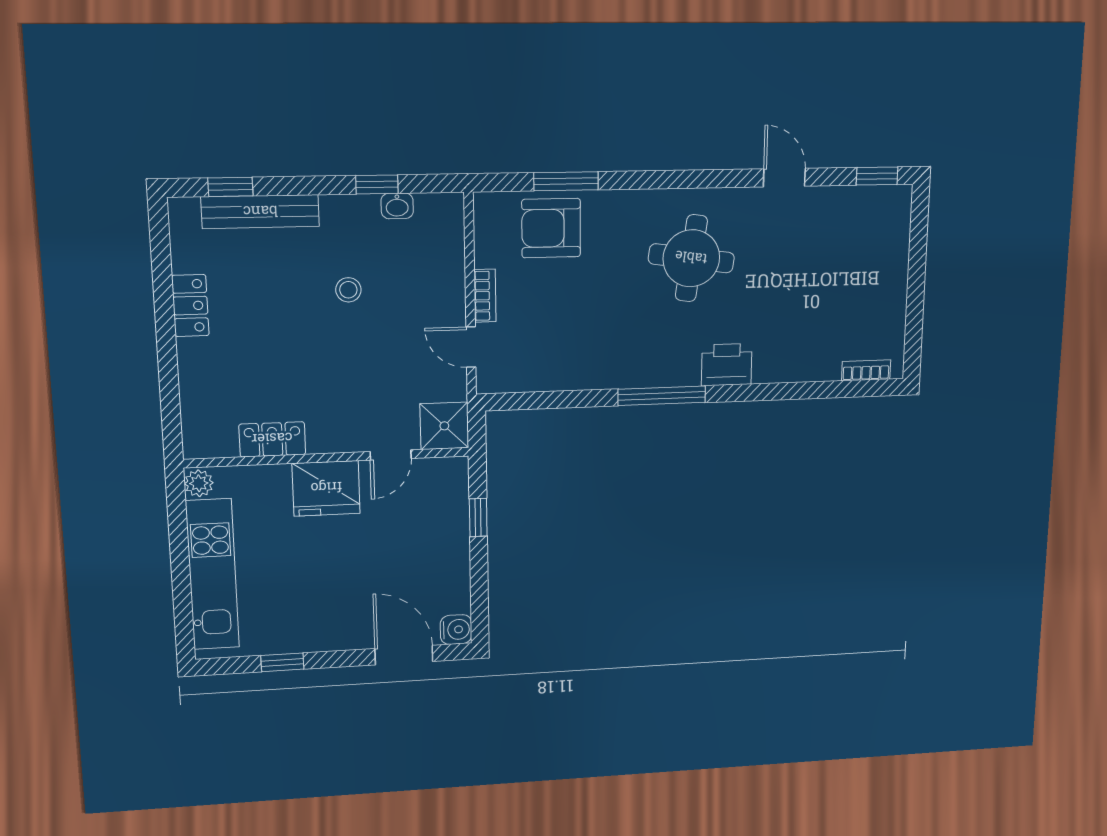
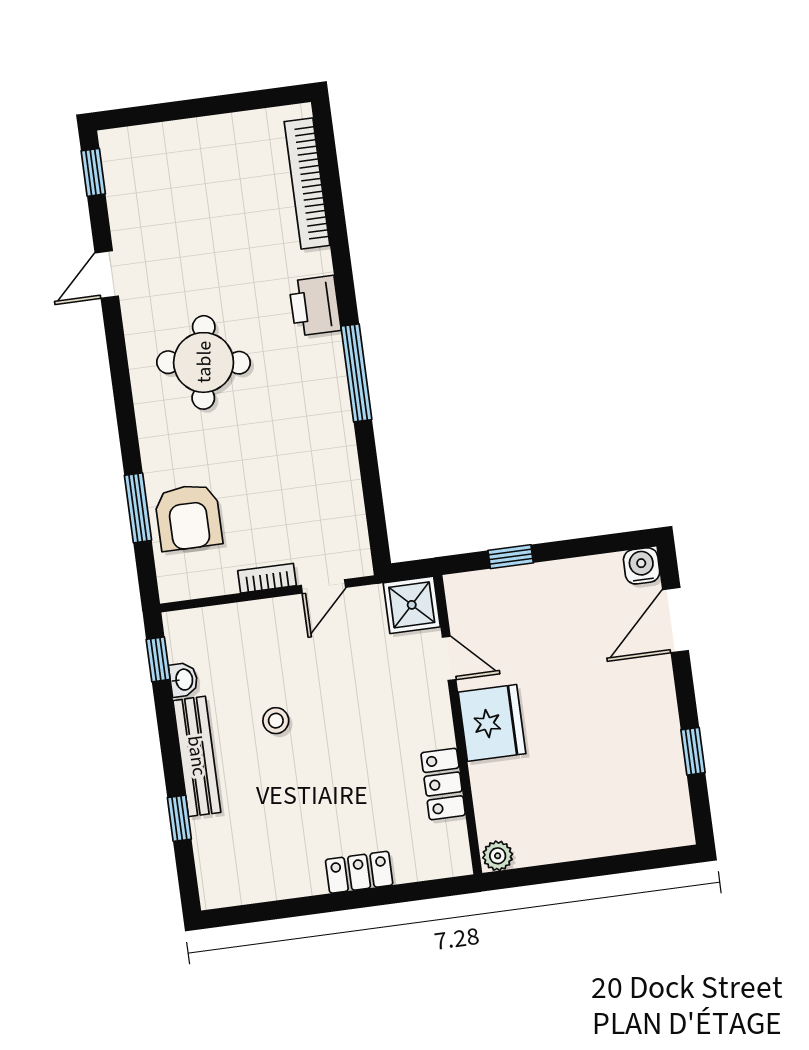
window: (377, 184) -> (158, 659), moved
window: (230, 187) -> (179, 818), moved
bench: (260, 212) -> (197, 756), moved
locker: (190, 306) -> (359, 872), moved
bookcase: (866, 370) -> (307, 183), width x2.31, depth x1.31
kitchen unit: (213, 575) -> (598, 834), removed

